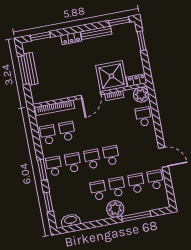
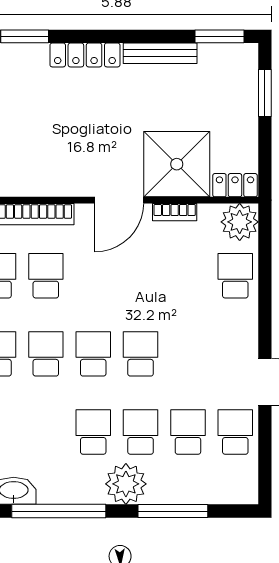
locker: (71, 38) -> (85, 55), width x1.53
window: (90, 225) -> (59, 511), added

